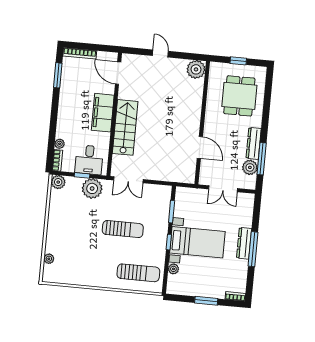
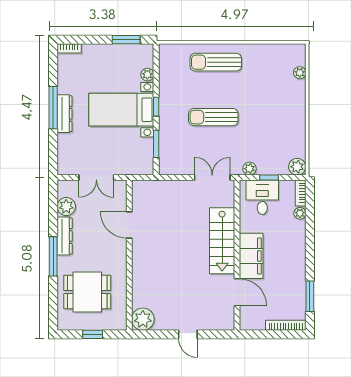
door: (118, 73) -> (237, 292), moved
dining table: (239, 96) -> (87, 292), turned 90
window: (262, 159) -> (53, 256), moved
plant: (92, 188) -> (249, 169), width x0.53, depth x0.53
double door: (223, 189) -> (96, 178), swing flipped
sun lounger: (138, 273) -> (216, 62), moved
window: (206, 301) -> (126, 40), moved

